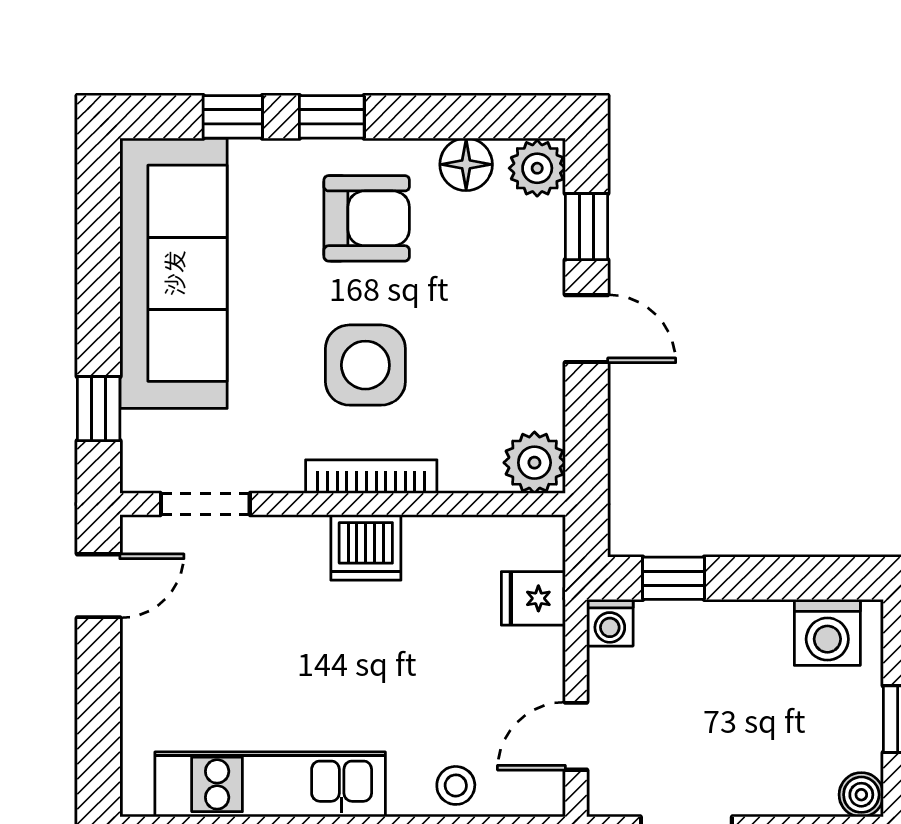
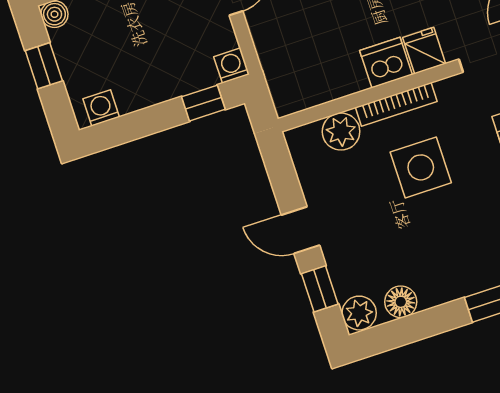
armchair: (367, 218) -> (448, 252), removed
plant: (534, 463) -> (341, 132), moved
fridge: (533, 598) -> (424, 51), moved, turned -90
washing machine: (827, 632) -> (101, 108), width x0.73, depth x0.73

